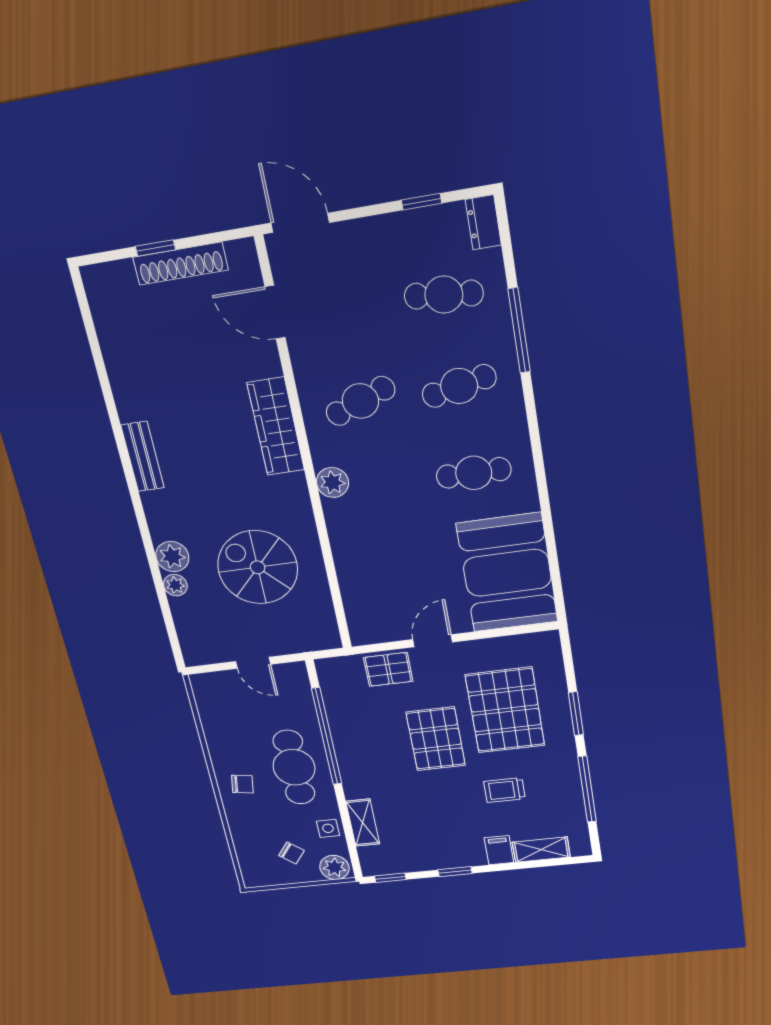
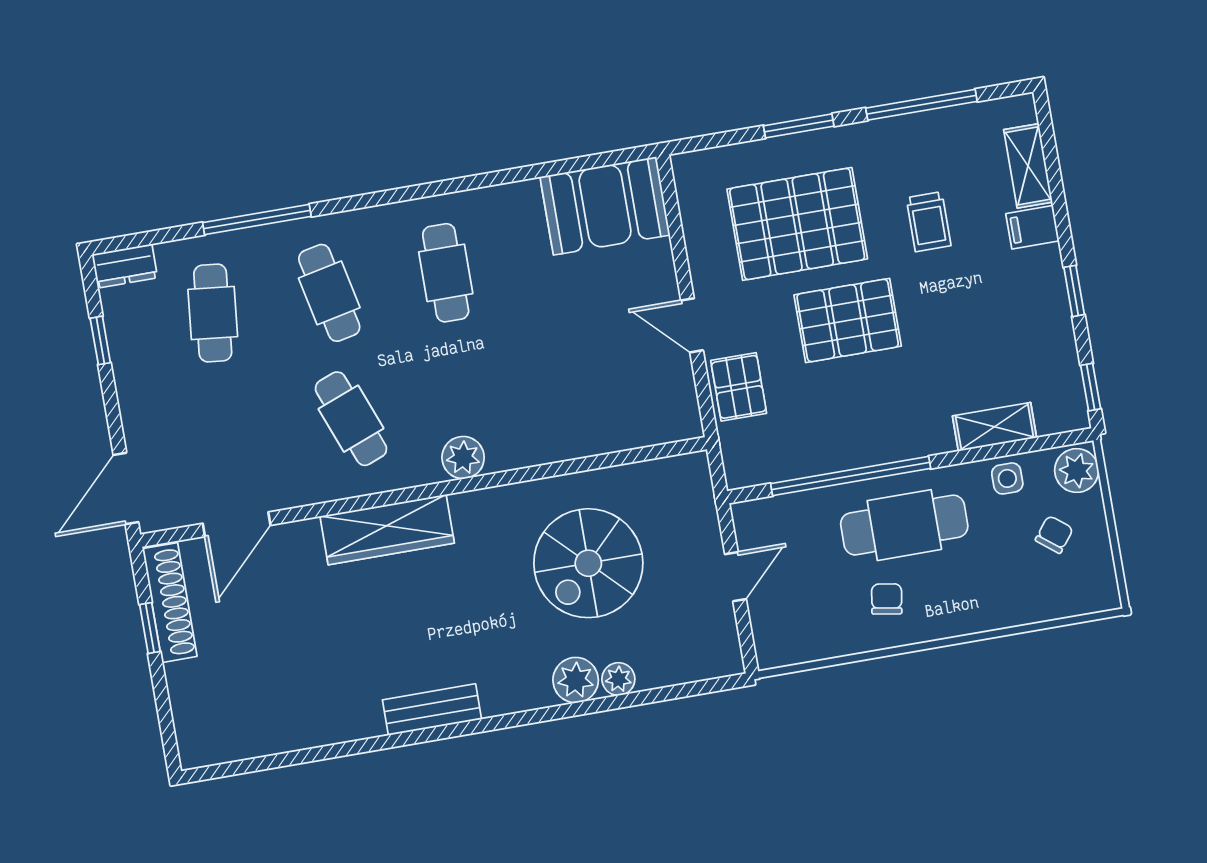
window: (155, 248) -> (150, 628), moved
shoe rack: (180, 264) -> (170, 603), moved
booth: (507, 573) -> (605, 206), width x0.73, depth x0.70
chair: (242, 784) -> (887, 599), moved

